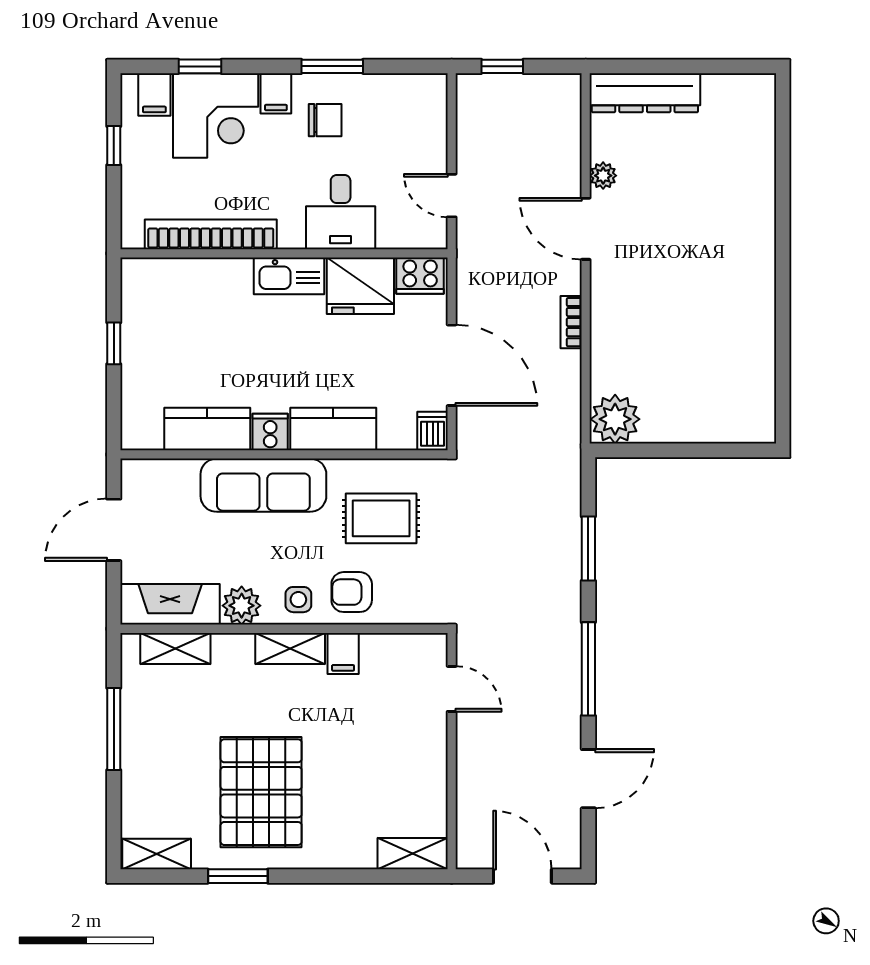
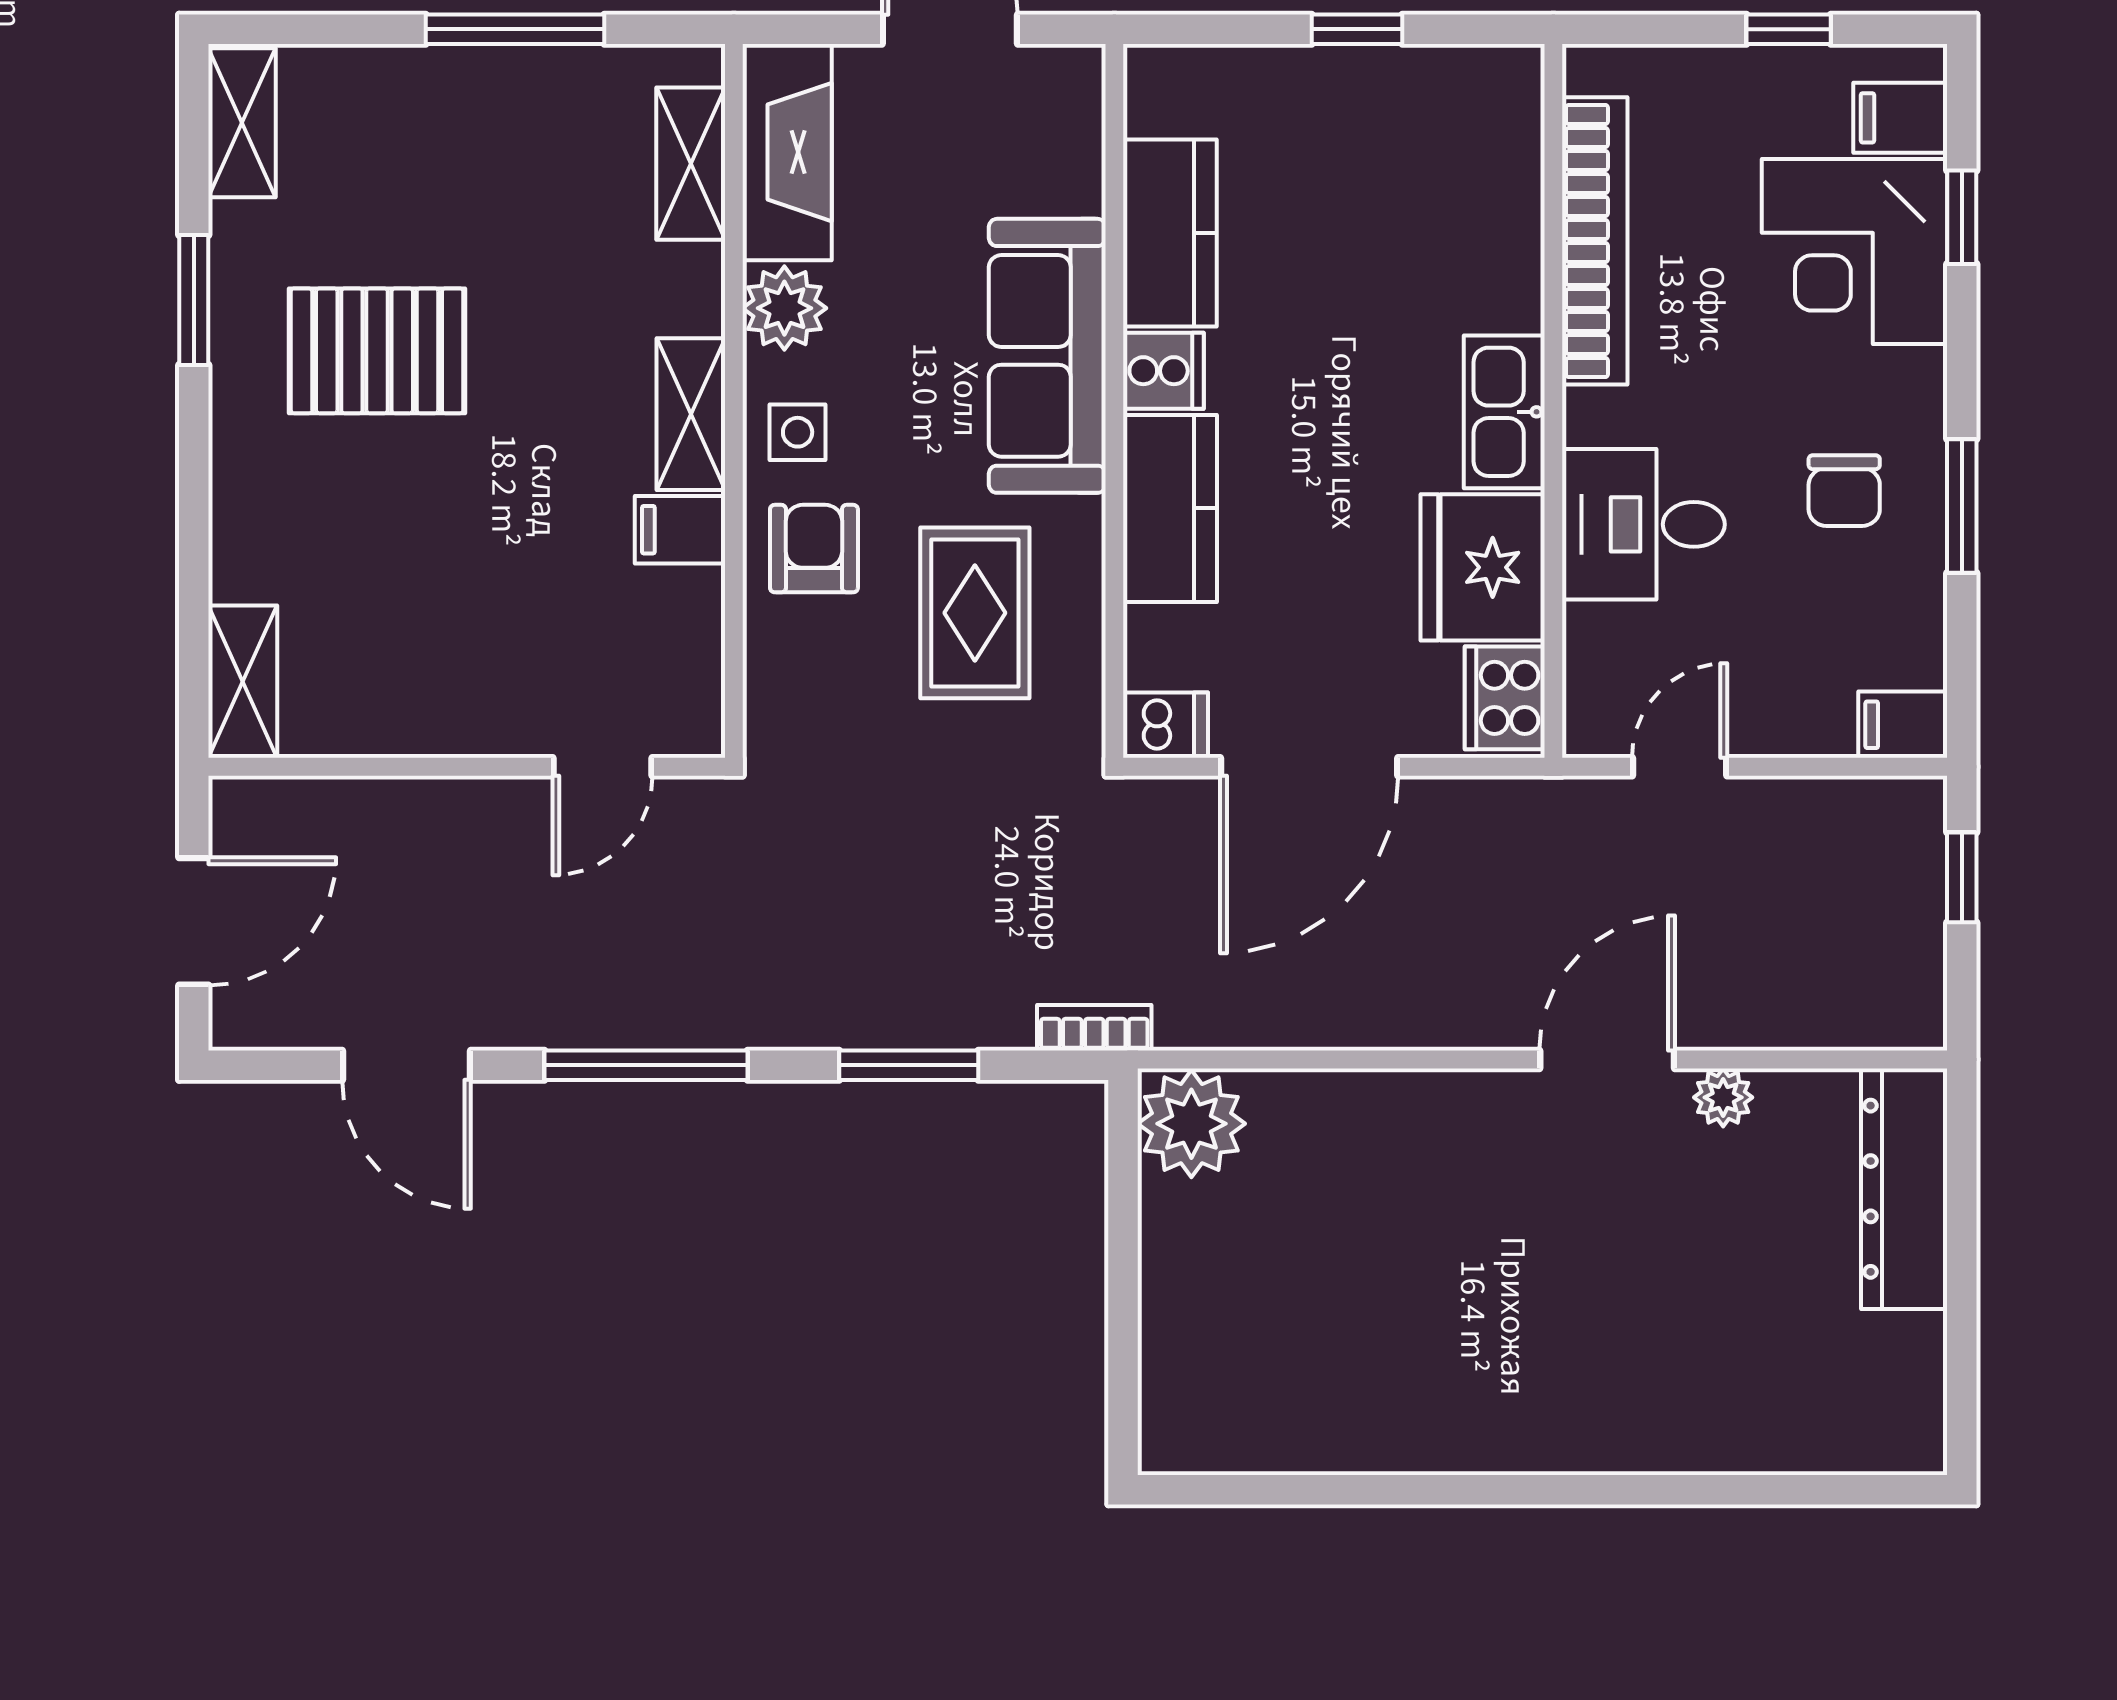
filing cabinet: (276, 93) -> (1903, 725), moved
bookcase: (571, 322) -> (1094, 1028), moved
pallet: (261, 792) -> (377, 351), width x0.73, depth x0.71

